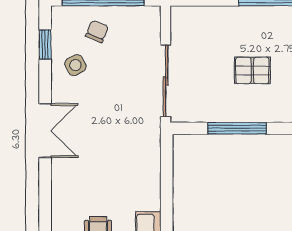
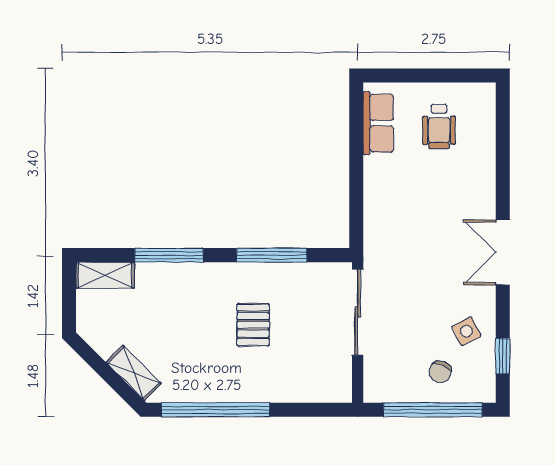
pallet: (252, 70) -> (253, 325), turned 90

